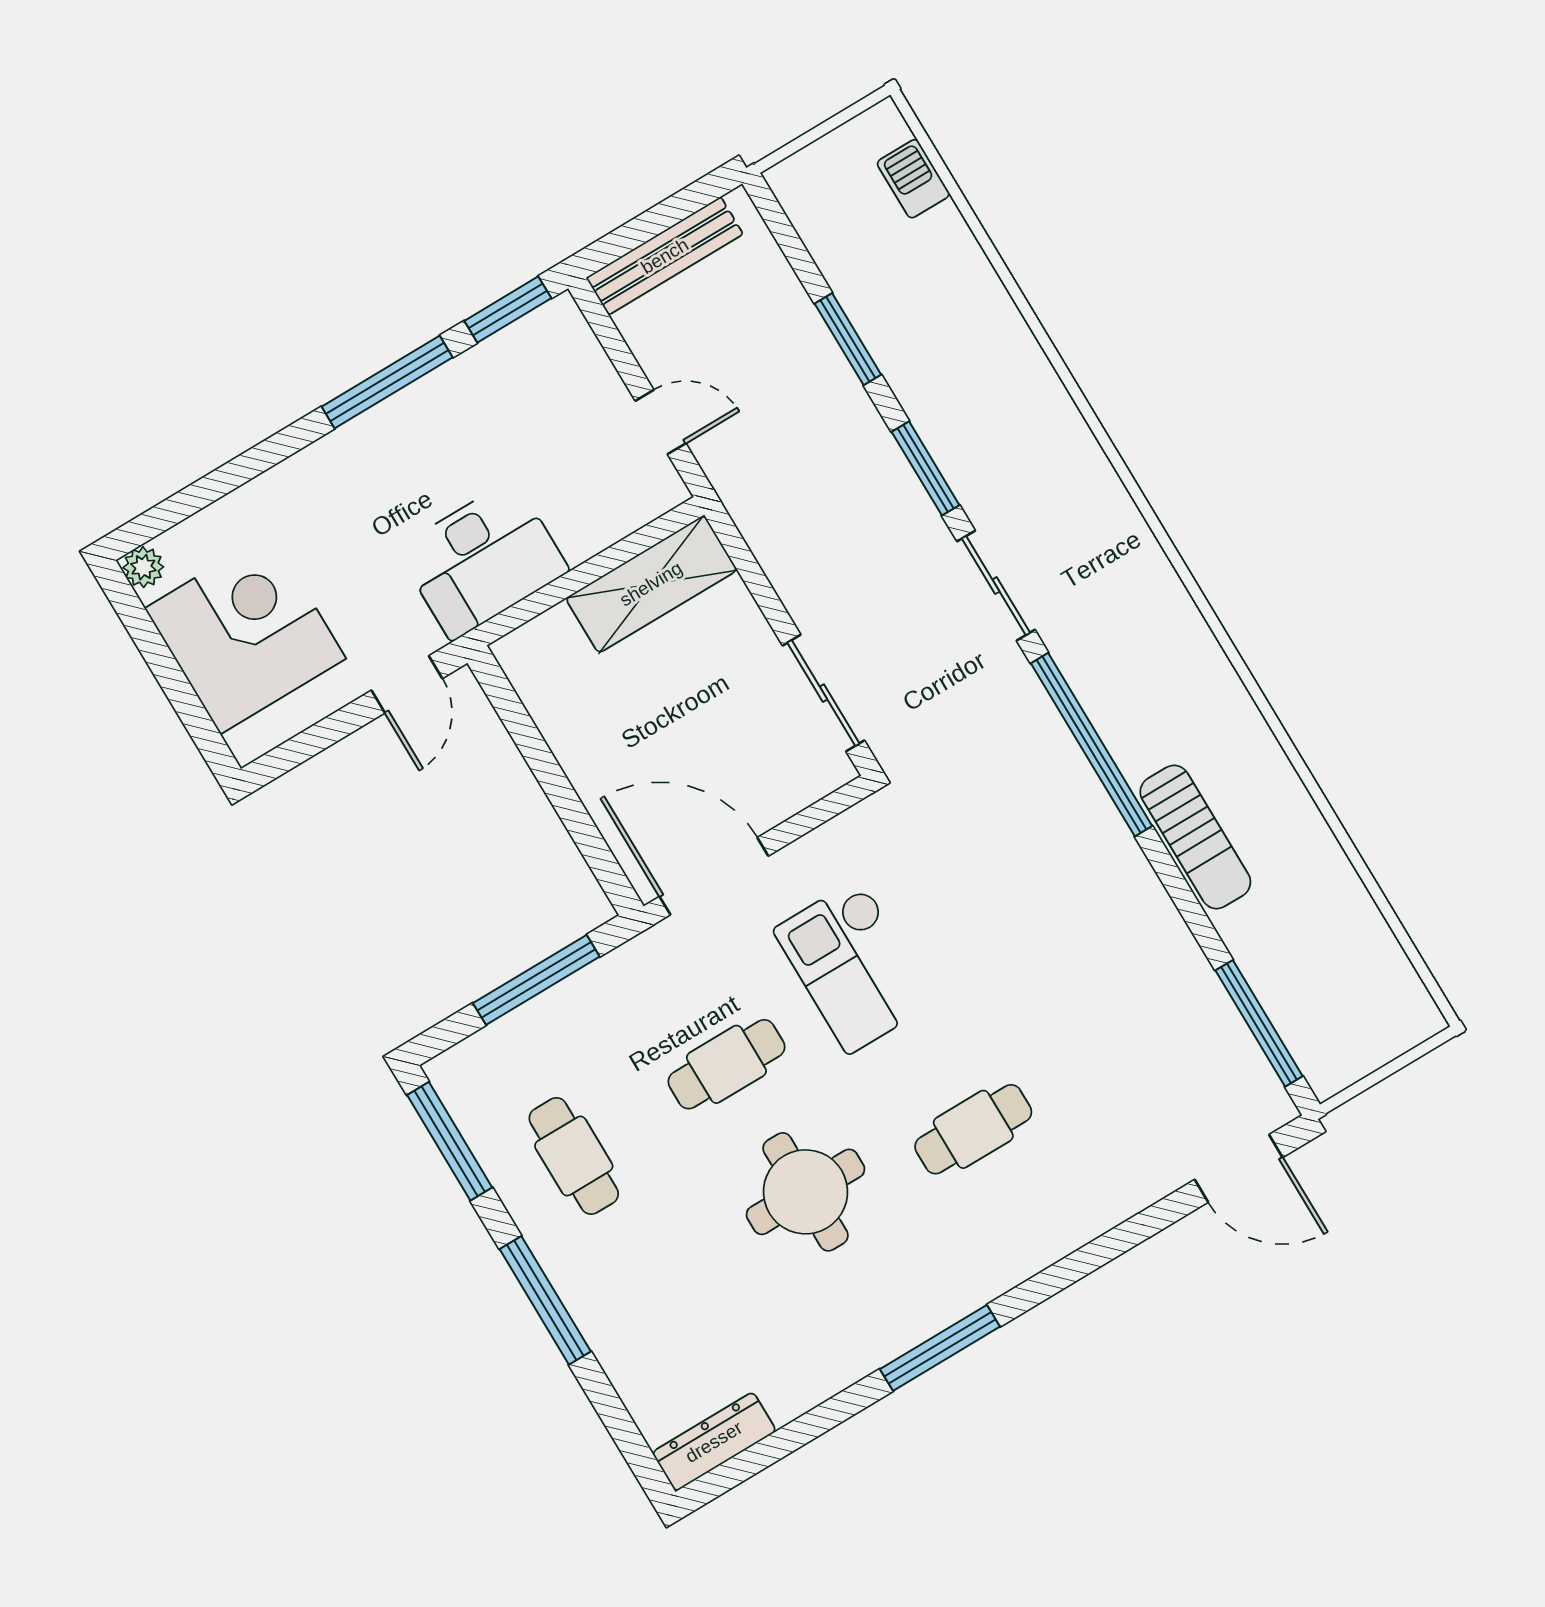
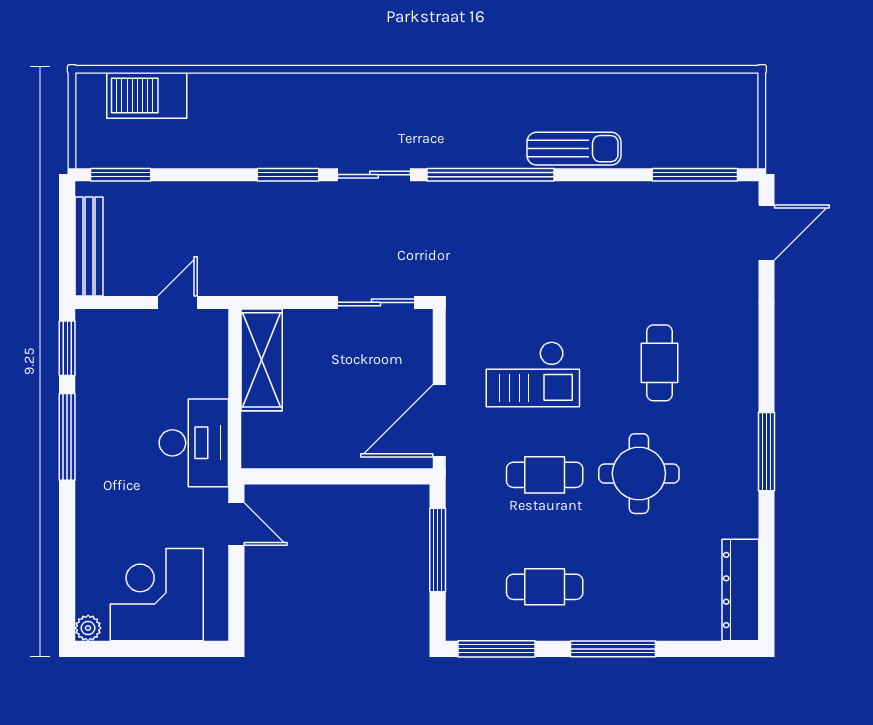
barbecue: (913, 179) -> (147, 95), width x1.88, depth x1.53
window: (848, 339) -> (121, 175), moved
cafe table: (726, 1064) -> (545, 475), turned 90
dresser: (714, 1442) -> (740, 590), width x1.37, depth x1.24

